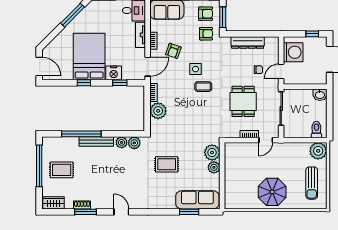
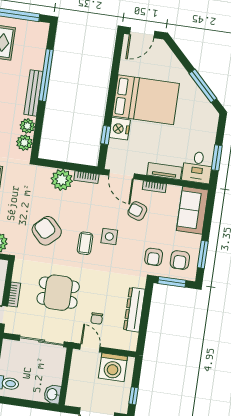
window: (84, 83) -> (112, 88), removed
armchair: (198, 117) -> (47, 231), added

